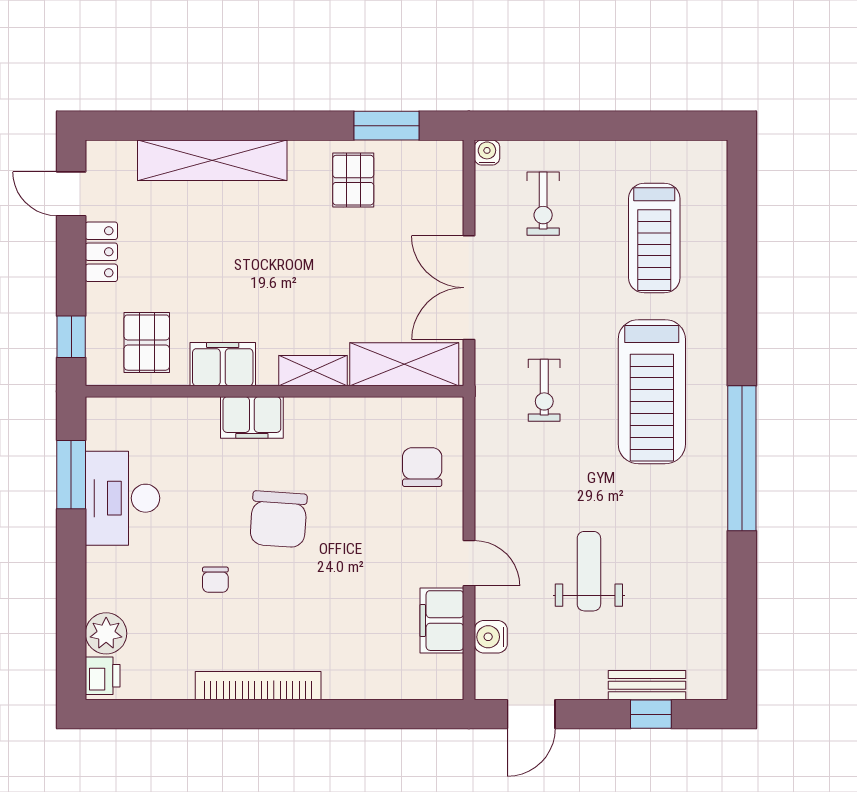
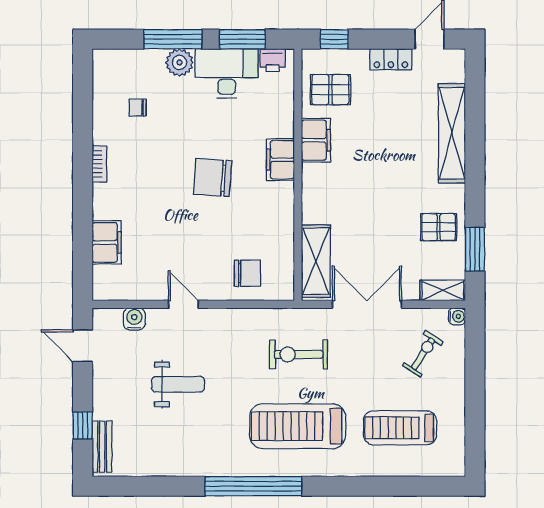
exercise bike: (543, 204) -> (423, 354), turned 123
shelving: (313, 371) -> (443, 291), moved, turned 90
exercise bike: (544, 390) -> (299, 354), width x1.38, depth x1.39
door: (469, 563) -> (183, 304), swing flipped
window: (71, 579) -> (173, 39), added
chair: (215, 580) -> (138, 107), moved
filing cabinet: (442, 621) -> (107, 242), moved, turned 90
plant: (106, 633) -> (180, 62), moved
printer: (103, 676) -> (273, 60), moved
bench: (647, 685) -> (102, 447), moved
bookcase: (258, 686) -> (99, 164), width x0.43, depth x0.76

